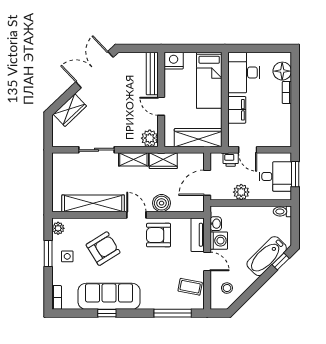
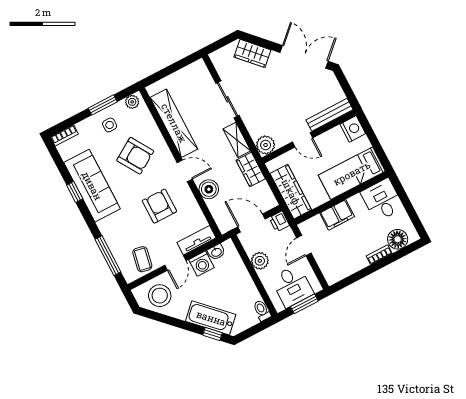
desk: (244, 73) -> (382, 200), width x0.73
door: (161, 106) -> (302, 140), swing flipped
printer: (231, 160) -> (279, 221), moved
door: (136, 215) -> (185, 171), hinge flipped
armchair: (159, 235) -> (159, 206), moved
stool: (227, 288) -> (160, 296), width x1.89, depth x1.89

